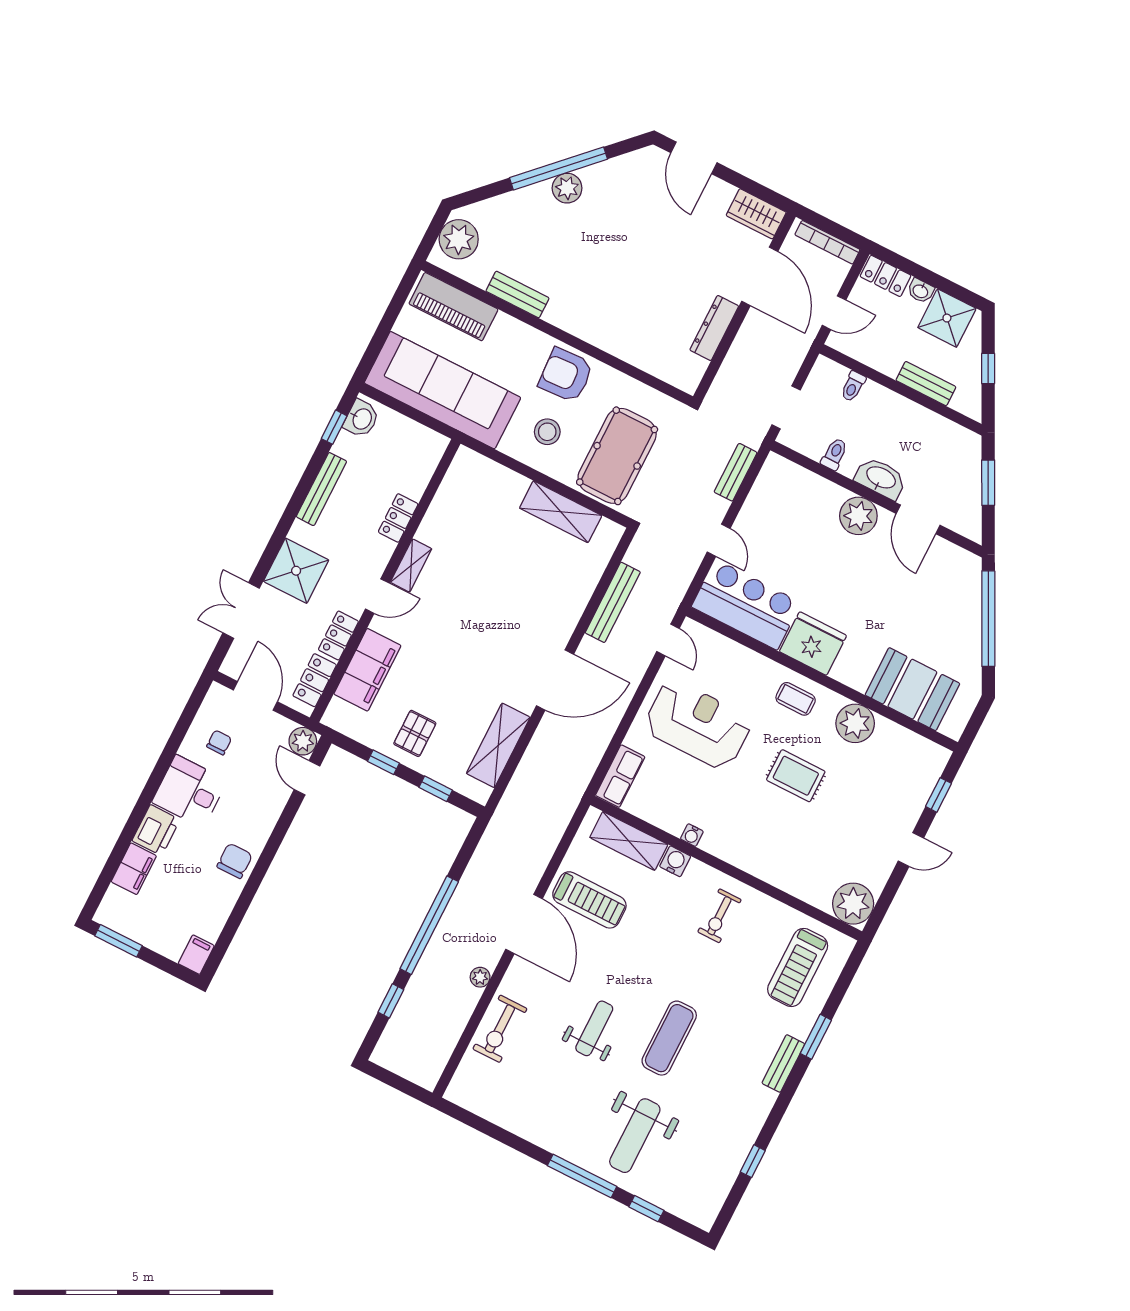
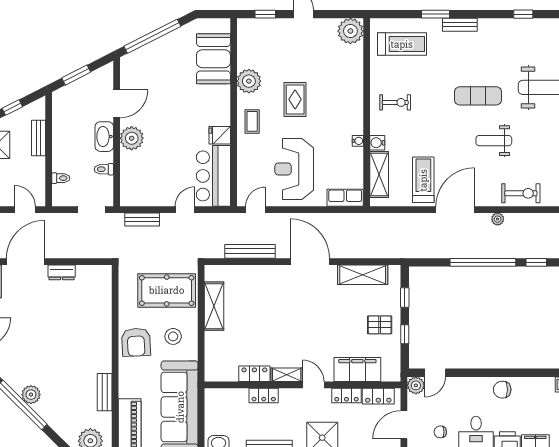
dresser: (714, 328) -> (62, 272), width x0.70
locker: (436, 520) -> (254, 374), added
fridge: (813, 644) -> (220, 135), width x0.53, depth x0.75

